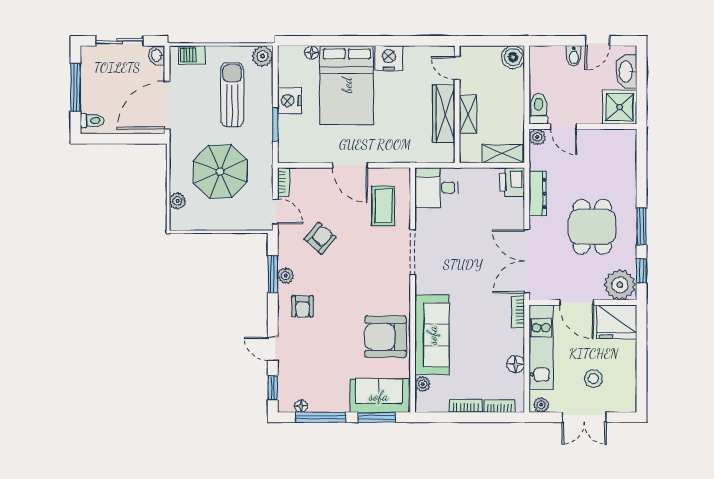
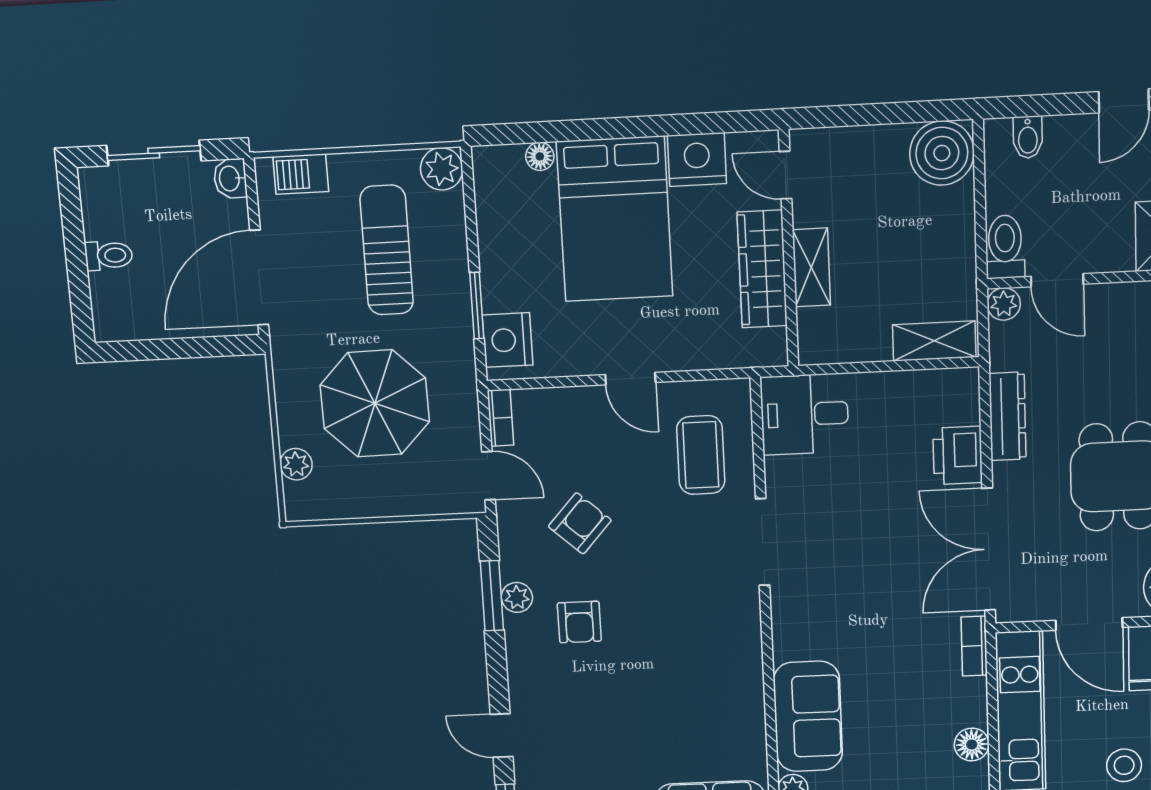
bidet: (574, 56) -> (1028, 137), moved
boiler: (513, 57) -> (942, 153), width x1.37, depth x1.37
door: (457, 68) -> (785, 175), moved
window: (75, 88) -> (76, 252), removed
nightstand: (290, 101) -> (507, 340), moved
wall: (457, 104) -> (789, 249), moved
wardrobe: (444, 114) -> (762, 269), moved
shelving: (468, 114) -> (811, 267), moved
toilet: (92, 121) -> (109, 255), moved
door: (350, 165) -> (630, 379), width x0.73
printer: (512, 182) -> (958, 455), moved
armchair: (303, 306) -> (579, 622), moved
sofa: (432, 335) -> (808, 716), width x0.73
armchair: (386, 337) -> (717, 704), removed

